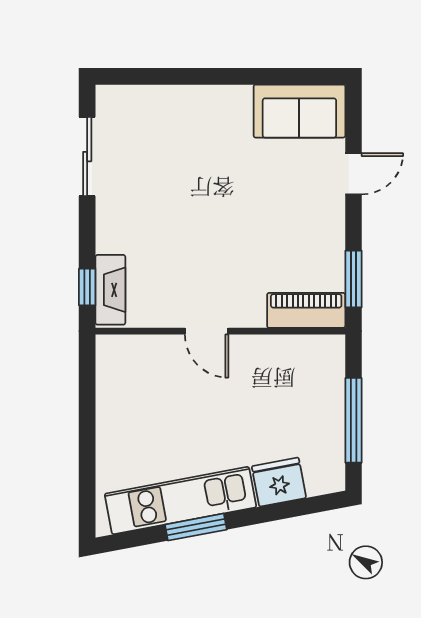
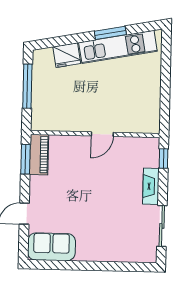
fireplace: (110, 290) -> (151, 186), moved
piano: (306, 310) -> (39, 155), moved, turned -90
door: (207, 331) -> (102, 134), swing flipped

